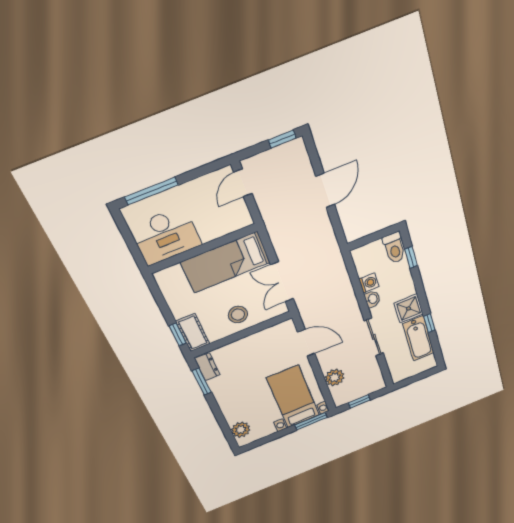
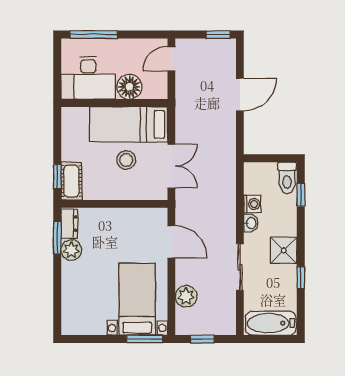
floor lamp: (211, 227) -> (129, 87), added
double door: (282, 282) -> (171, 166), swing flipped
stool: (238, 315) -> (126, 160), moved
bathtub: (418, 338) -> (271, 323), moved, turned 90
plant: (241, 430) -> (71, 250), moved

